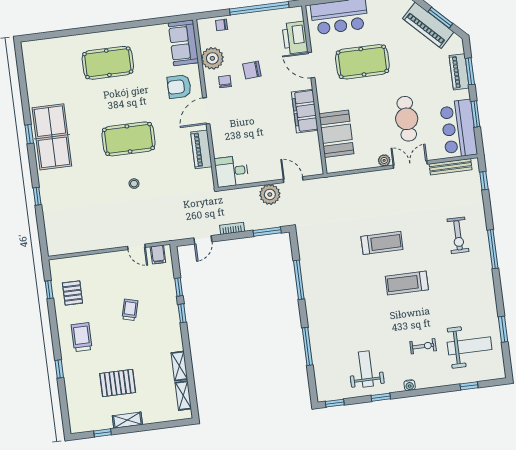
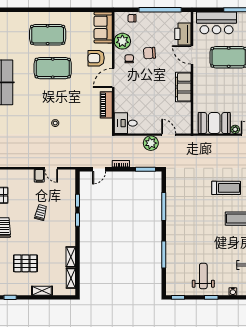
booth: (336, 134) -> (214, 123), moved, turned 90
pool table: (129, 139) -> (53, 68), moved
filing cabinet: (158, 255) -> (39, 176), moved
shelving: (127, 420) -> (42, 291), moved

